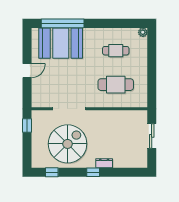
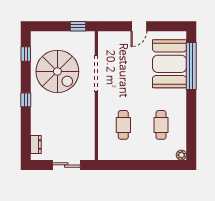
door: (27, 71) -> (139, 26), hinge flipped
cafe table: (116, 85) -> (123, 125), width x0.73, depth x0.74
dresser: (104, 163) -> (36, 145), moved

